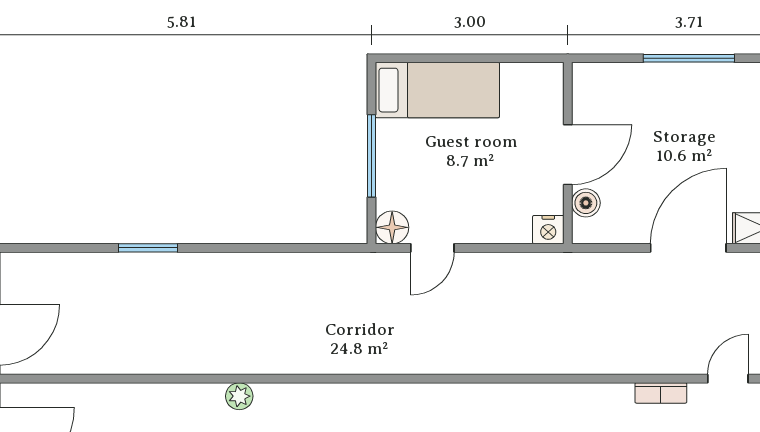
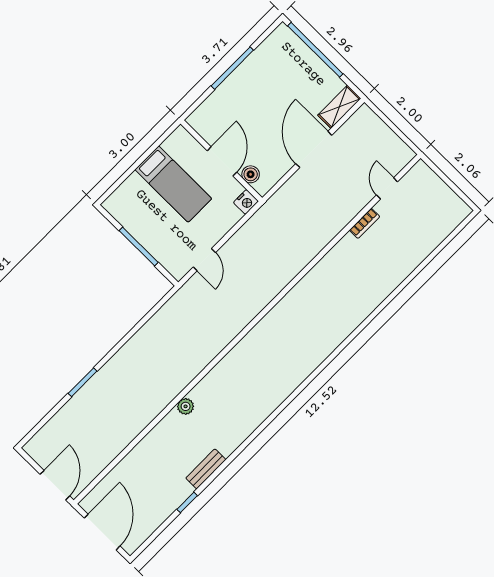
bed: (437, 90) -> (173, 184), moved, turned 90
floor lamp: (392, 227) -> (178, 268), removed

